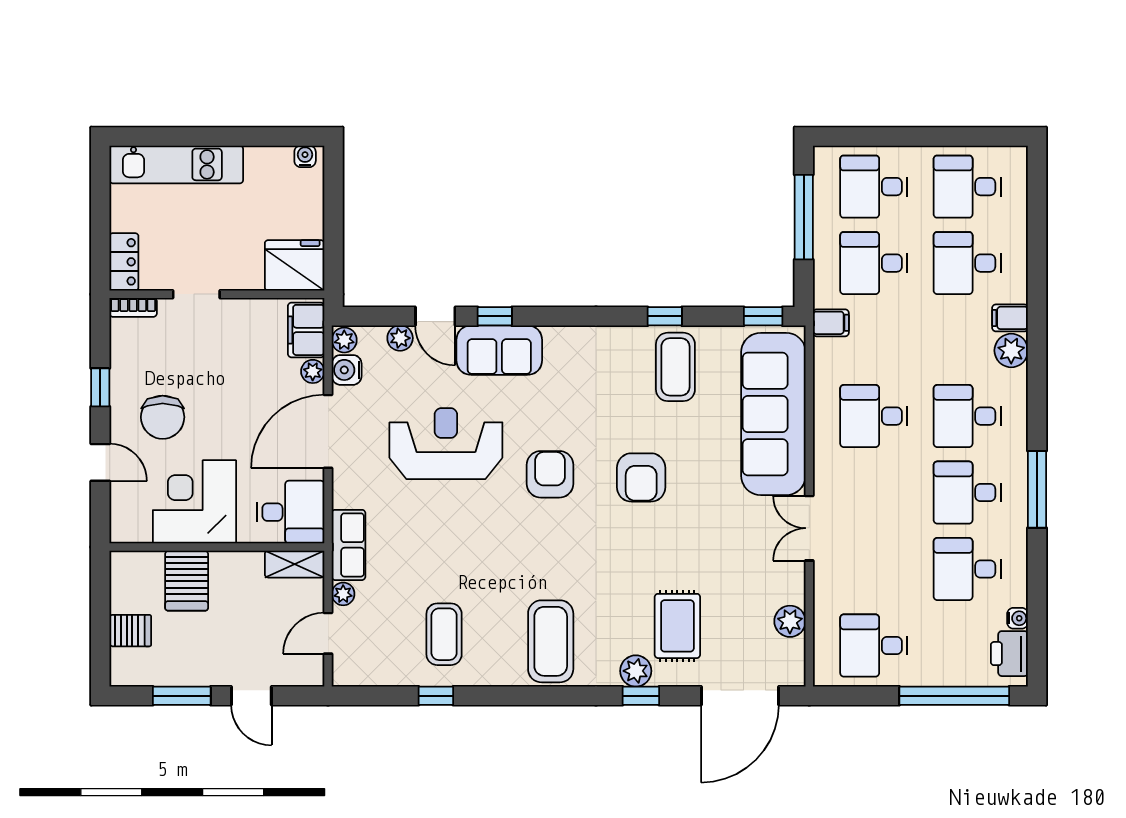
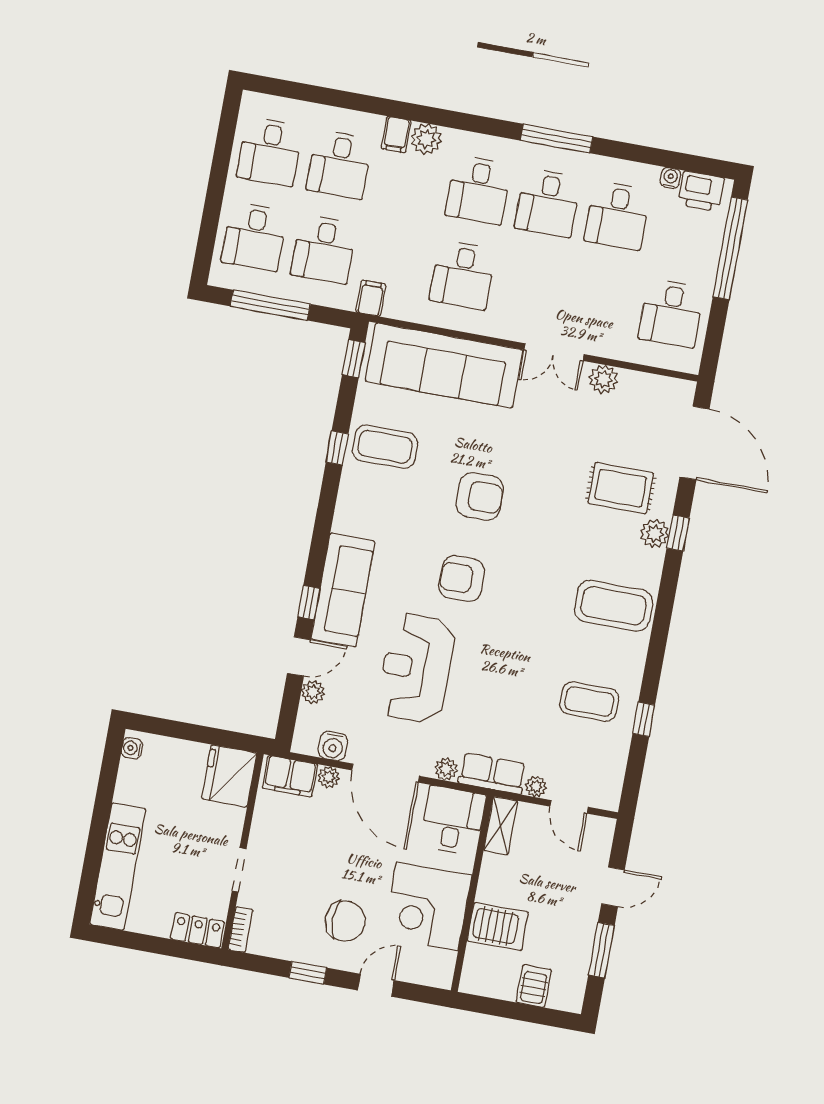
plant: (344, 340) -> (446, 769), moved
sofa: (499, 350) -> (343, 590), width x1.36
plant: (790, 621) -> (603, 379), moved

